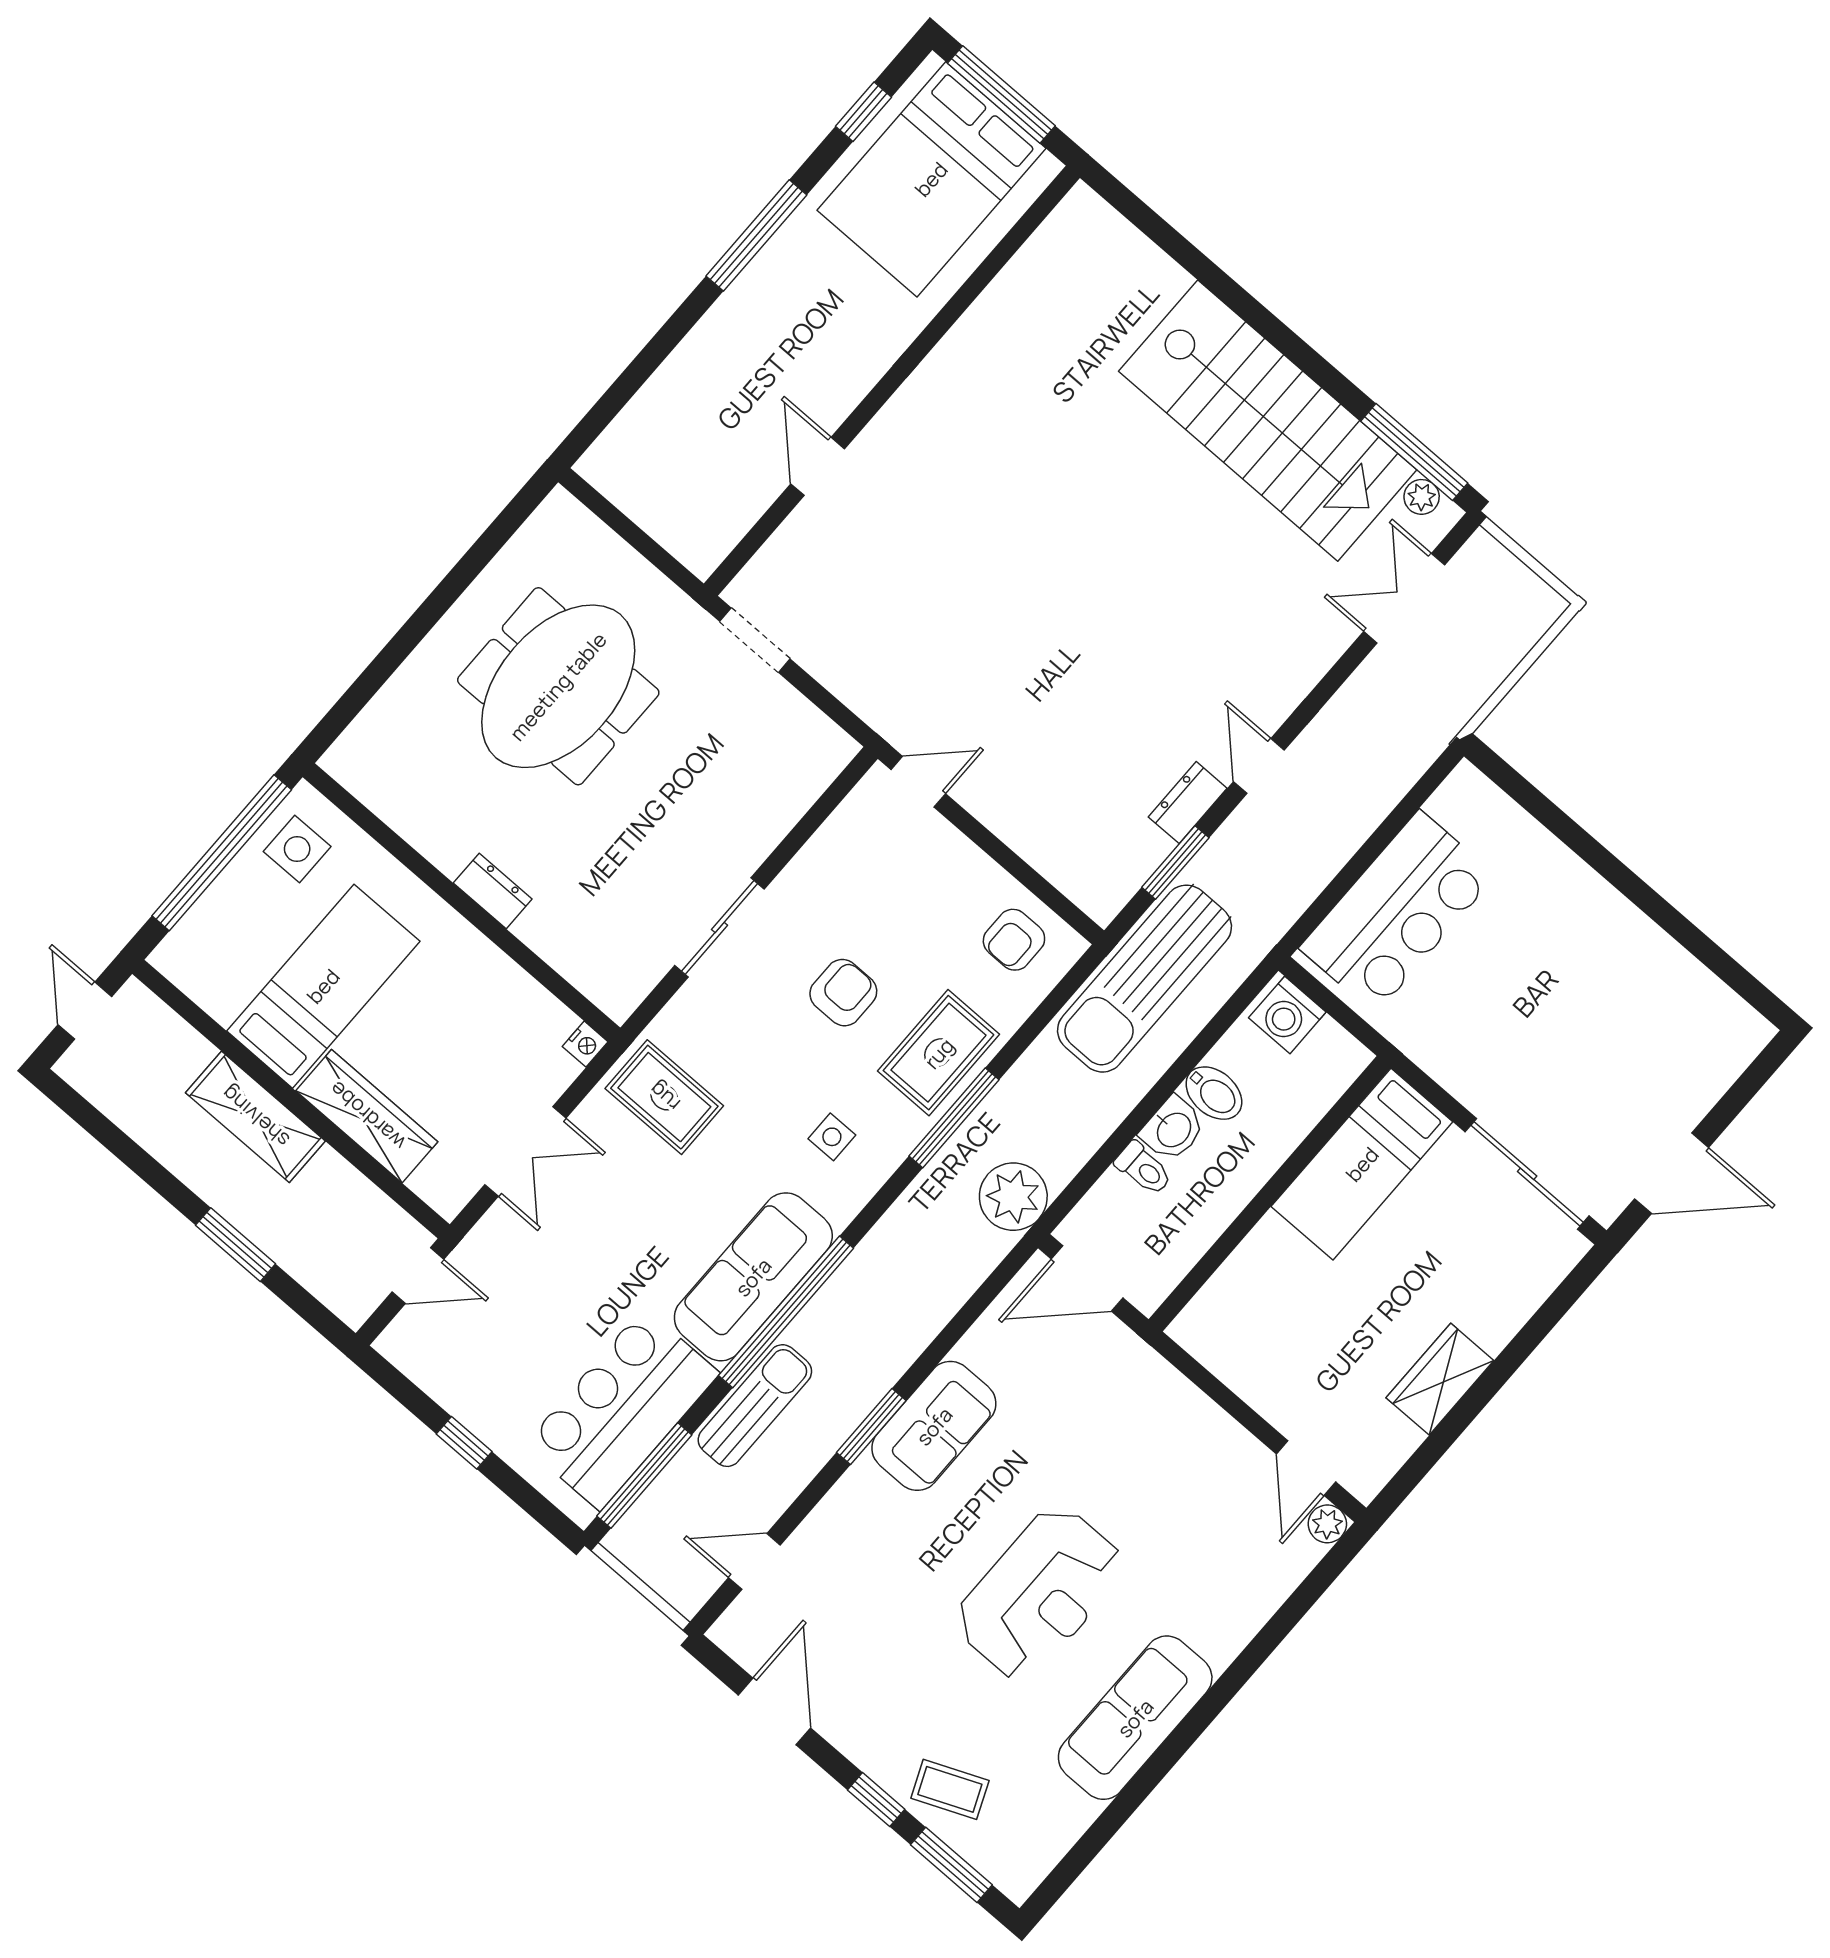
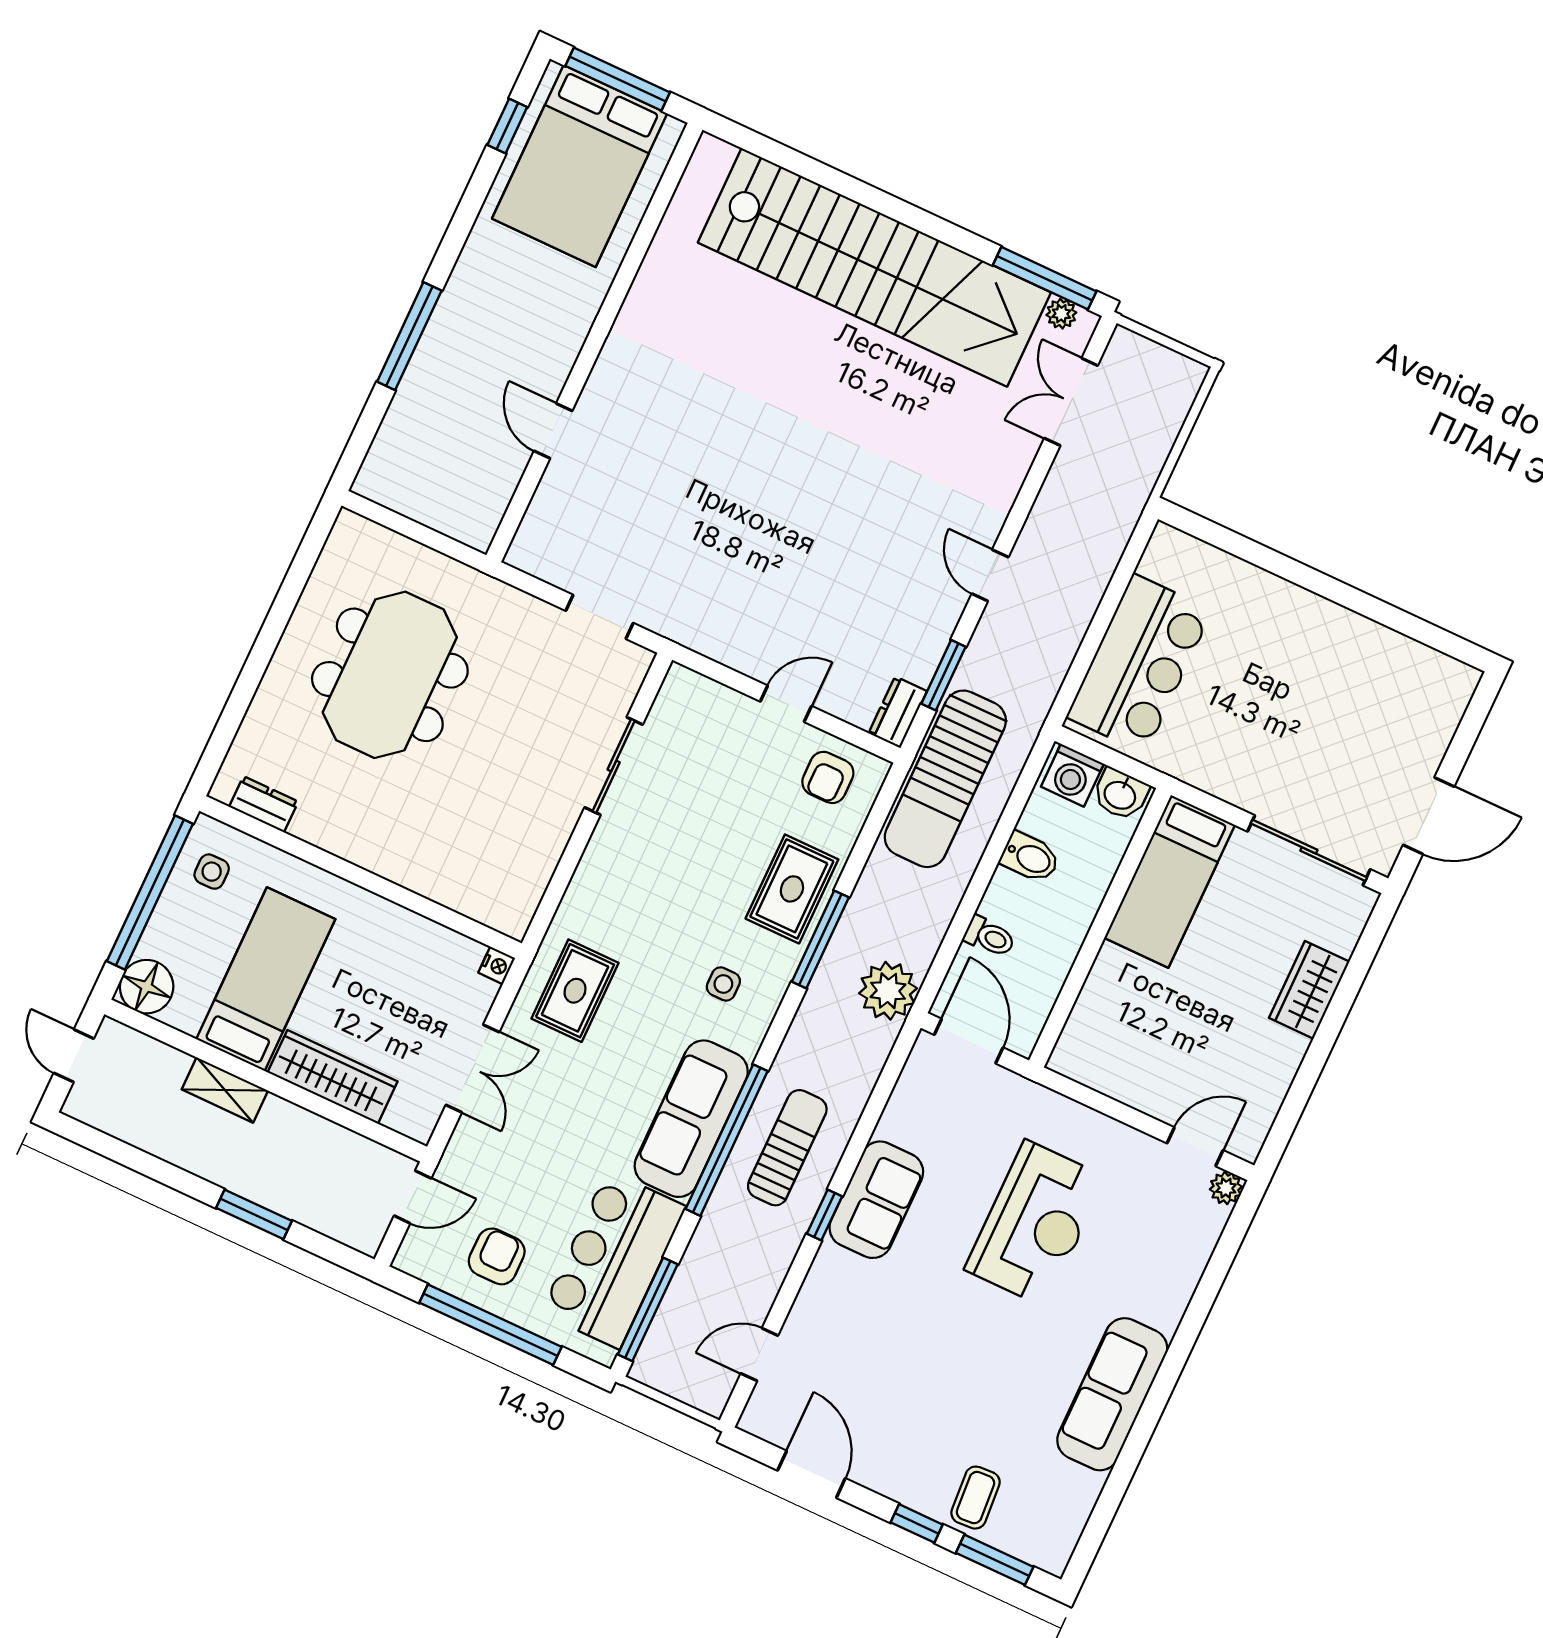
window: (756, 235) -> (409, 336), moved
stairs: (1268, 421) -> (874, 267), width x1.36
doorway: (755, 640) -> (599, 617), moved
door: (918, 782) -> (786, 704), moved
dresser: (1188, 803) -> (898, 712), moved
side table: (297, 849) -> (212, 872), width x0.73, depth x0.73
dresser: (493, 891) -> (264, 804), moved
sliding door: (720, 927) -> (614, 766), moved
floor lamp: (188, 957) -> (147, 987), added
armchair: (843, 993) -> (497, 1256), moved
rug: (664, 1097) -> (575, 991), turned 90
shelving: (255, 1117) -> (225, 1090), width x0.67, depth x0.75
washbasin: (1173, 1129) -> (1120, 794), moved, turned 90
door: (1087, 1278) -> (969, 1041), swing flipped
wardrobe: (1440, 1379) -> (1309, 990), moved
sun lounger: (755, 1406) -> (787, 1148), moved
window: (871, 1426) -> (824, 1215), width x0.67
window: (464, 1443) -> (491, 1325), width x3.17
door: (1306, 1468) -> (1195, 1147), swing flipped
reception desk: (1040, 1593) -> (1035, 1223), moved
coffee table: (950, 1789) -> (976, 1498), turned -71

